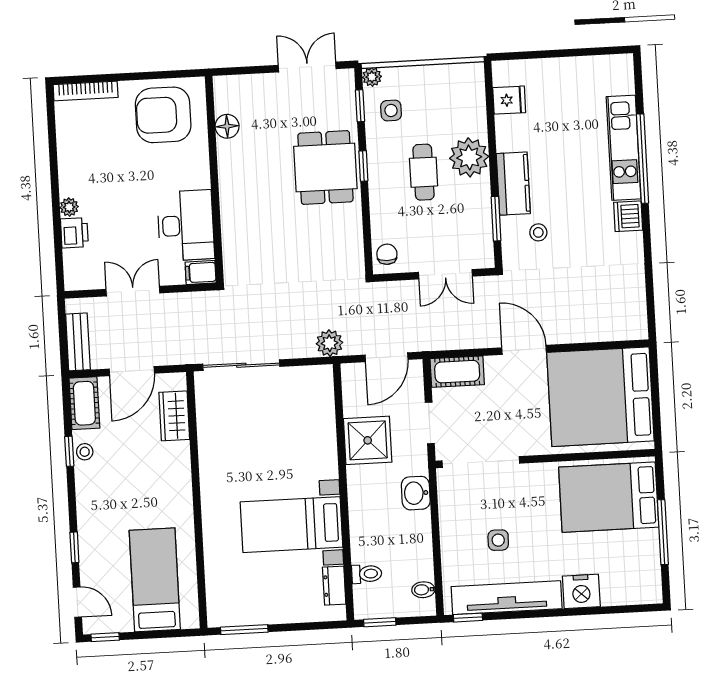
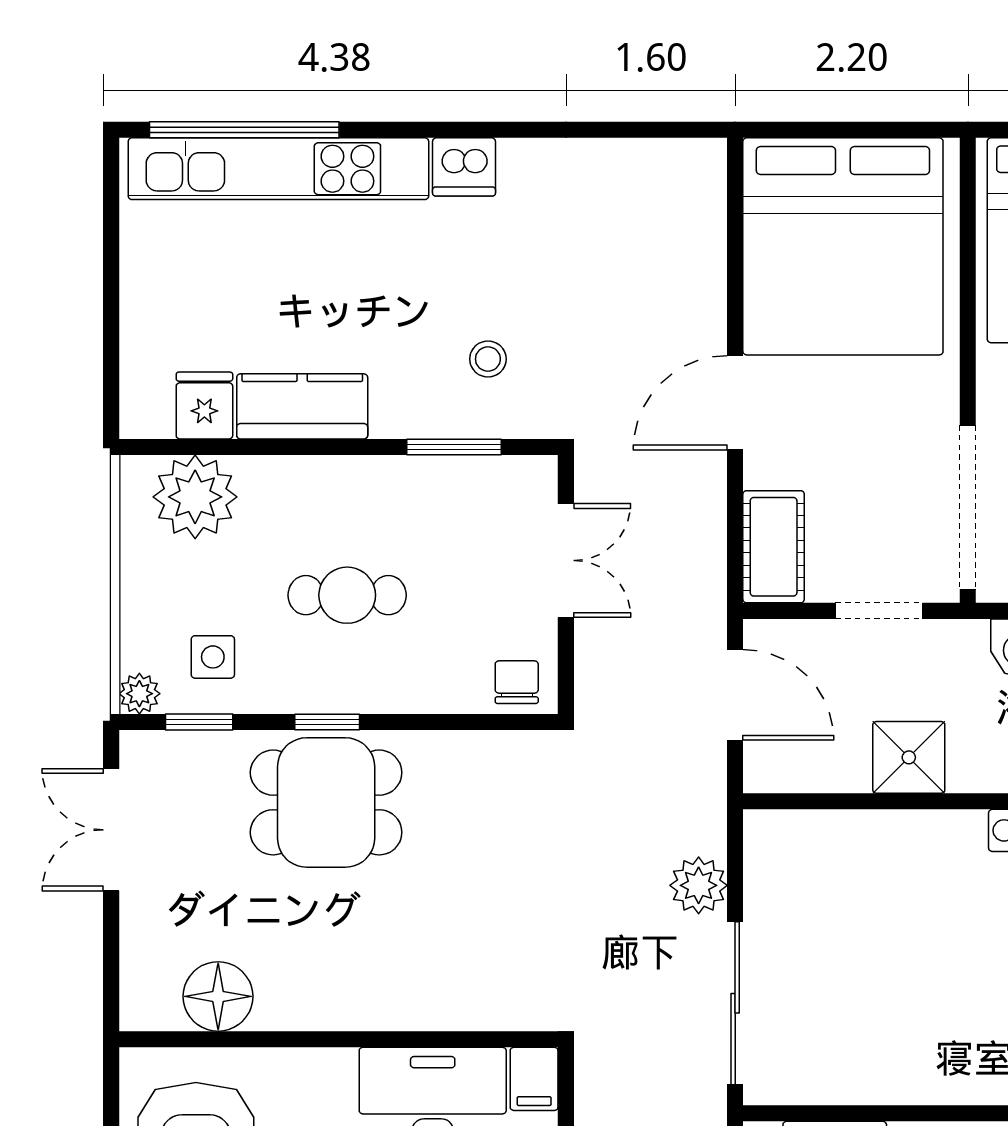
floor lamp: (227, 126) -> (218, 996), width x1.38, depth x1.38
kitchen unit: (624, 148) -> (278, 169), width x1.36
plant: (469, 157) -> (195, 497), moved
window: (643, 159) -> (244, 130), moved
kitchen counter: (513, 184) -> (302, 406), moved
chair: (387, 254) -> (517, 682), turned 90
plant: (329, 343) -> (699, 885), moved
shower: (368, 440) -> (909, 757), width x0.73, depth x0.73

